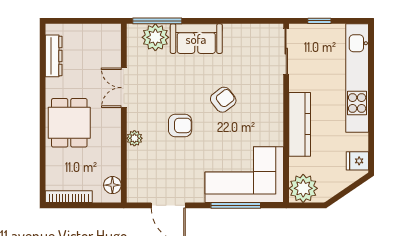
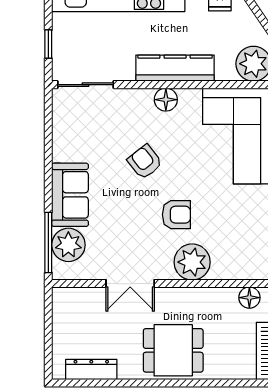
floor lamp: (274, 117) -> (166, 100), added
armchair: (180, 125) -> (176, 215), turned 90
plant: (134, 138) -> (192, 262), width x1.87, depth x1.87

